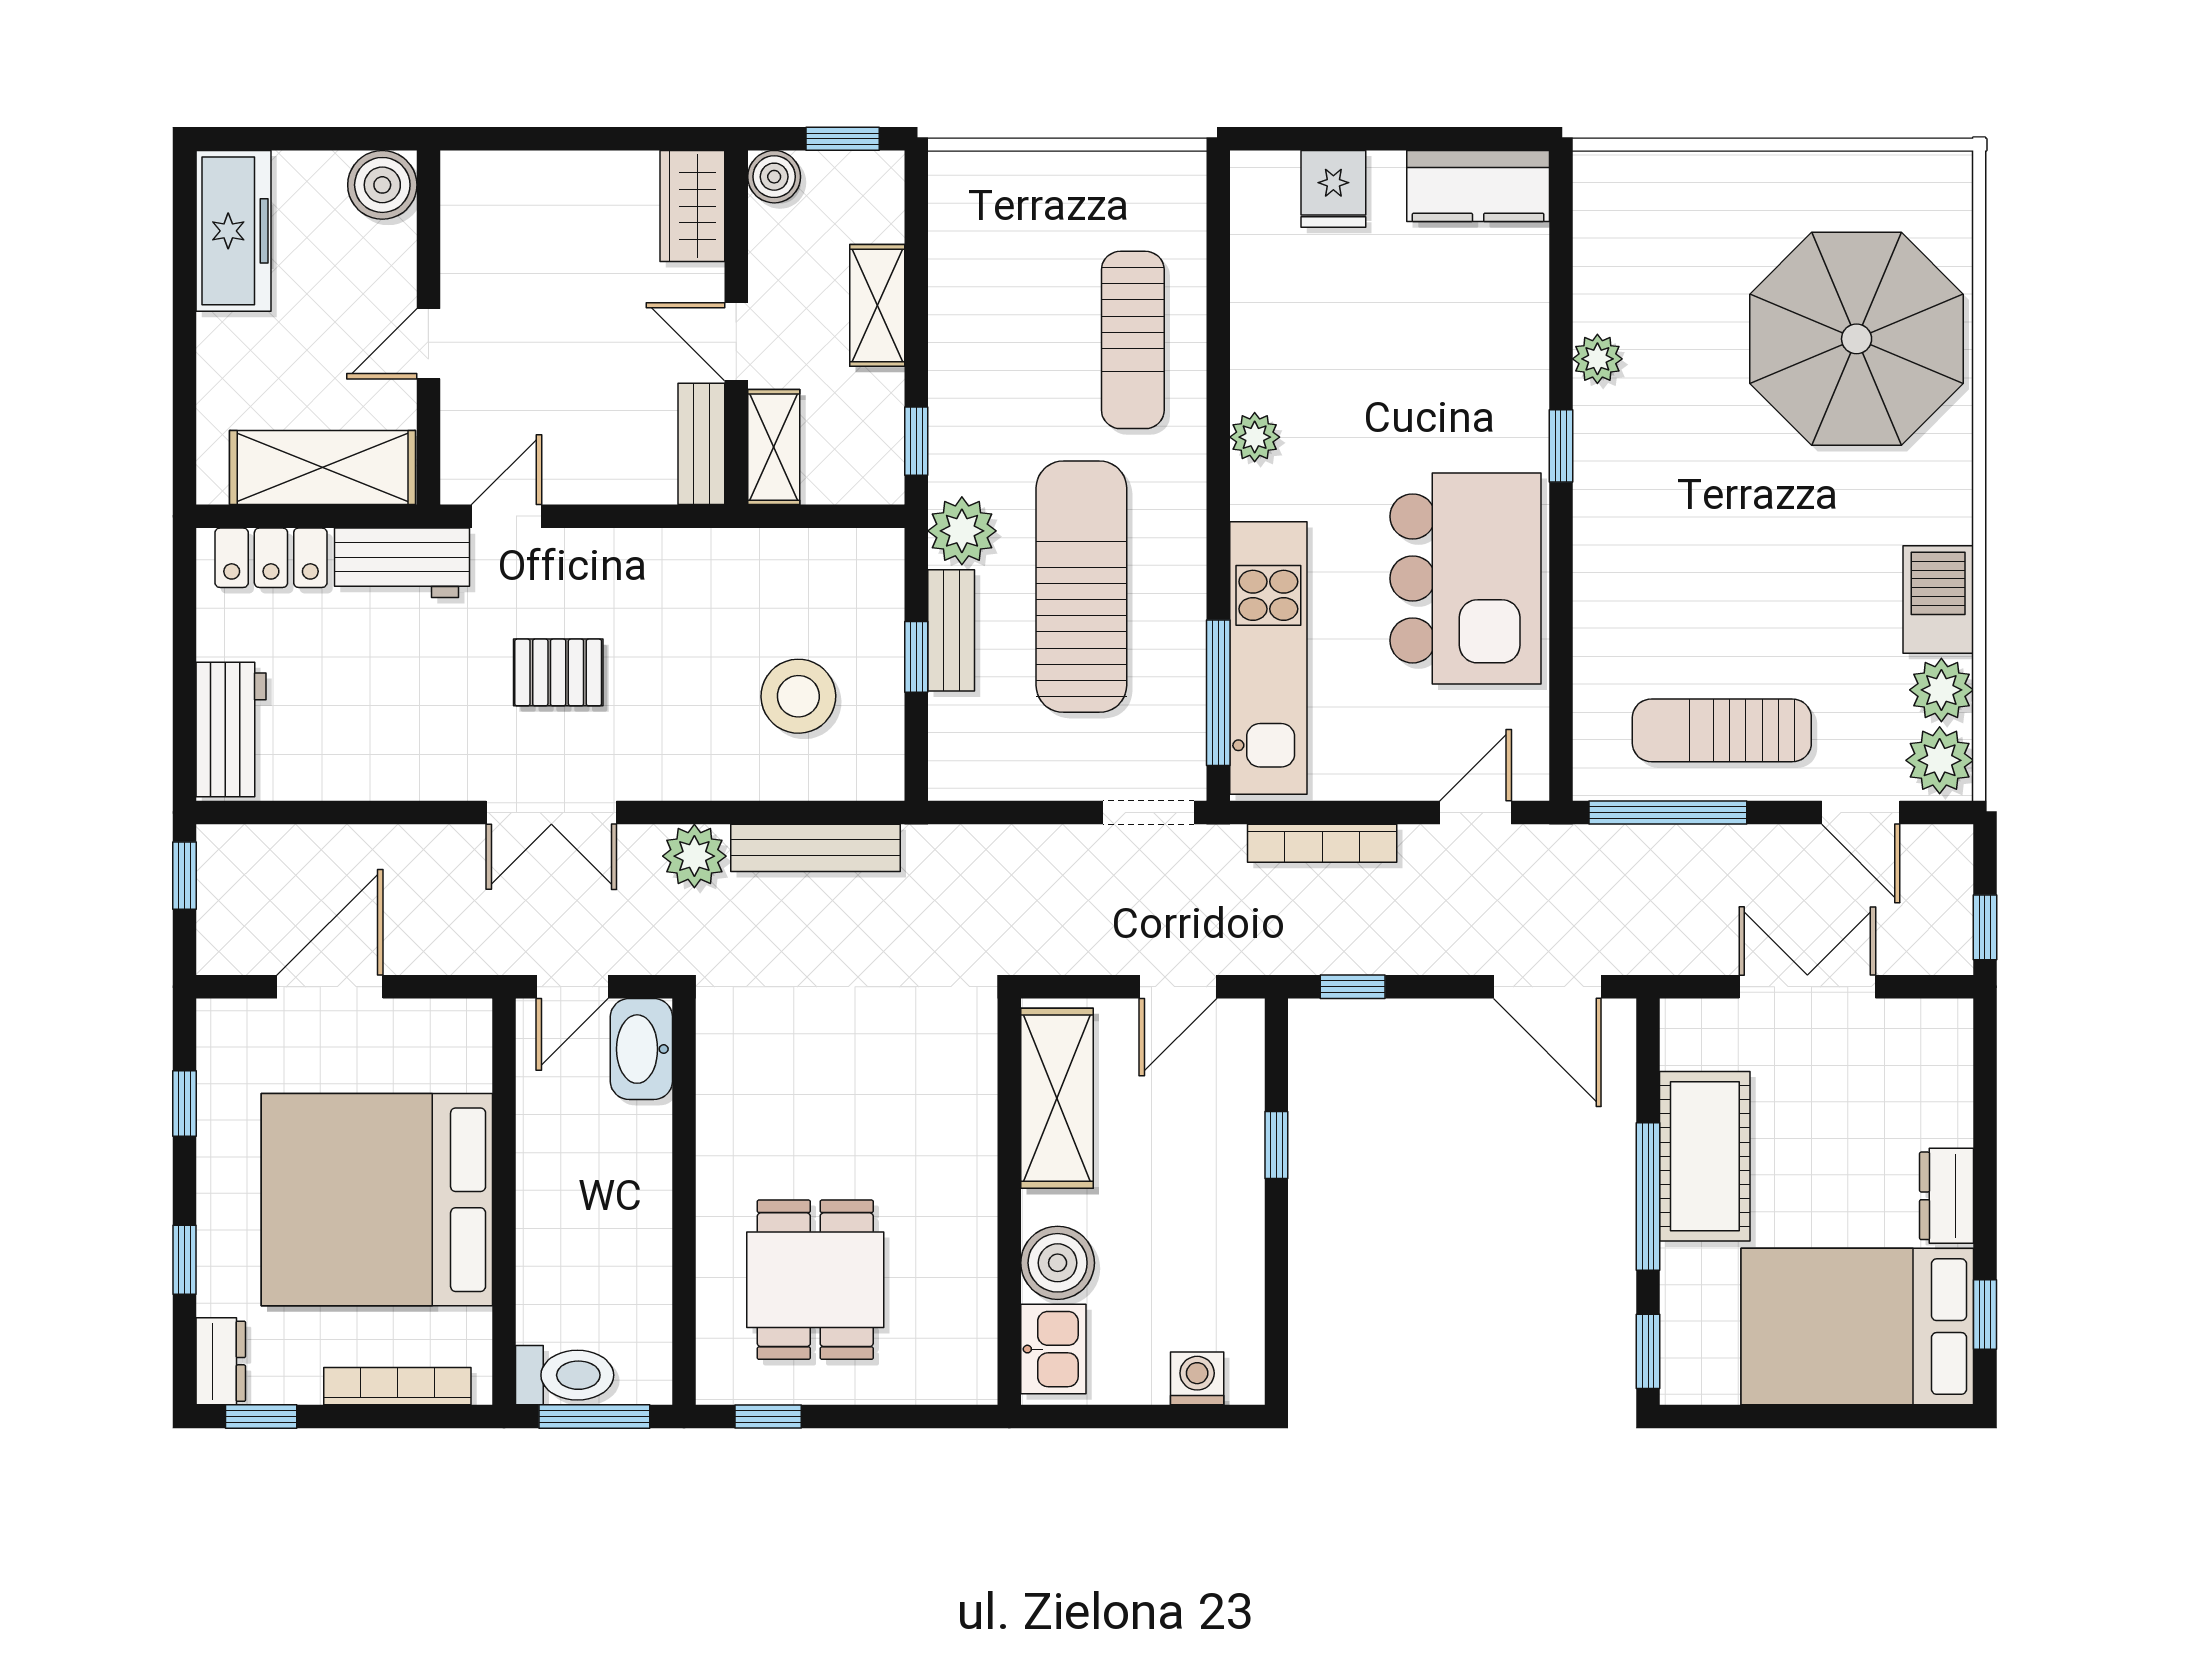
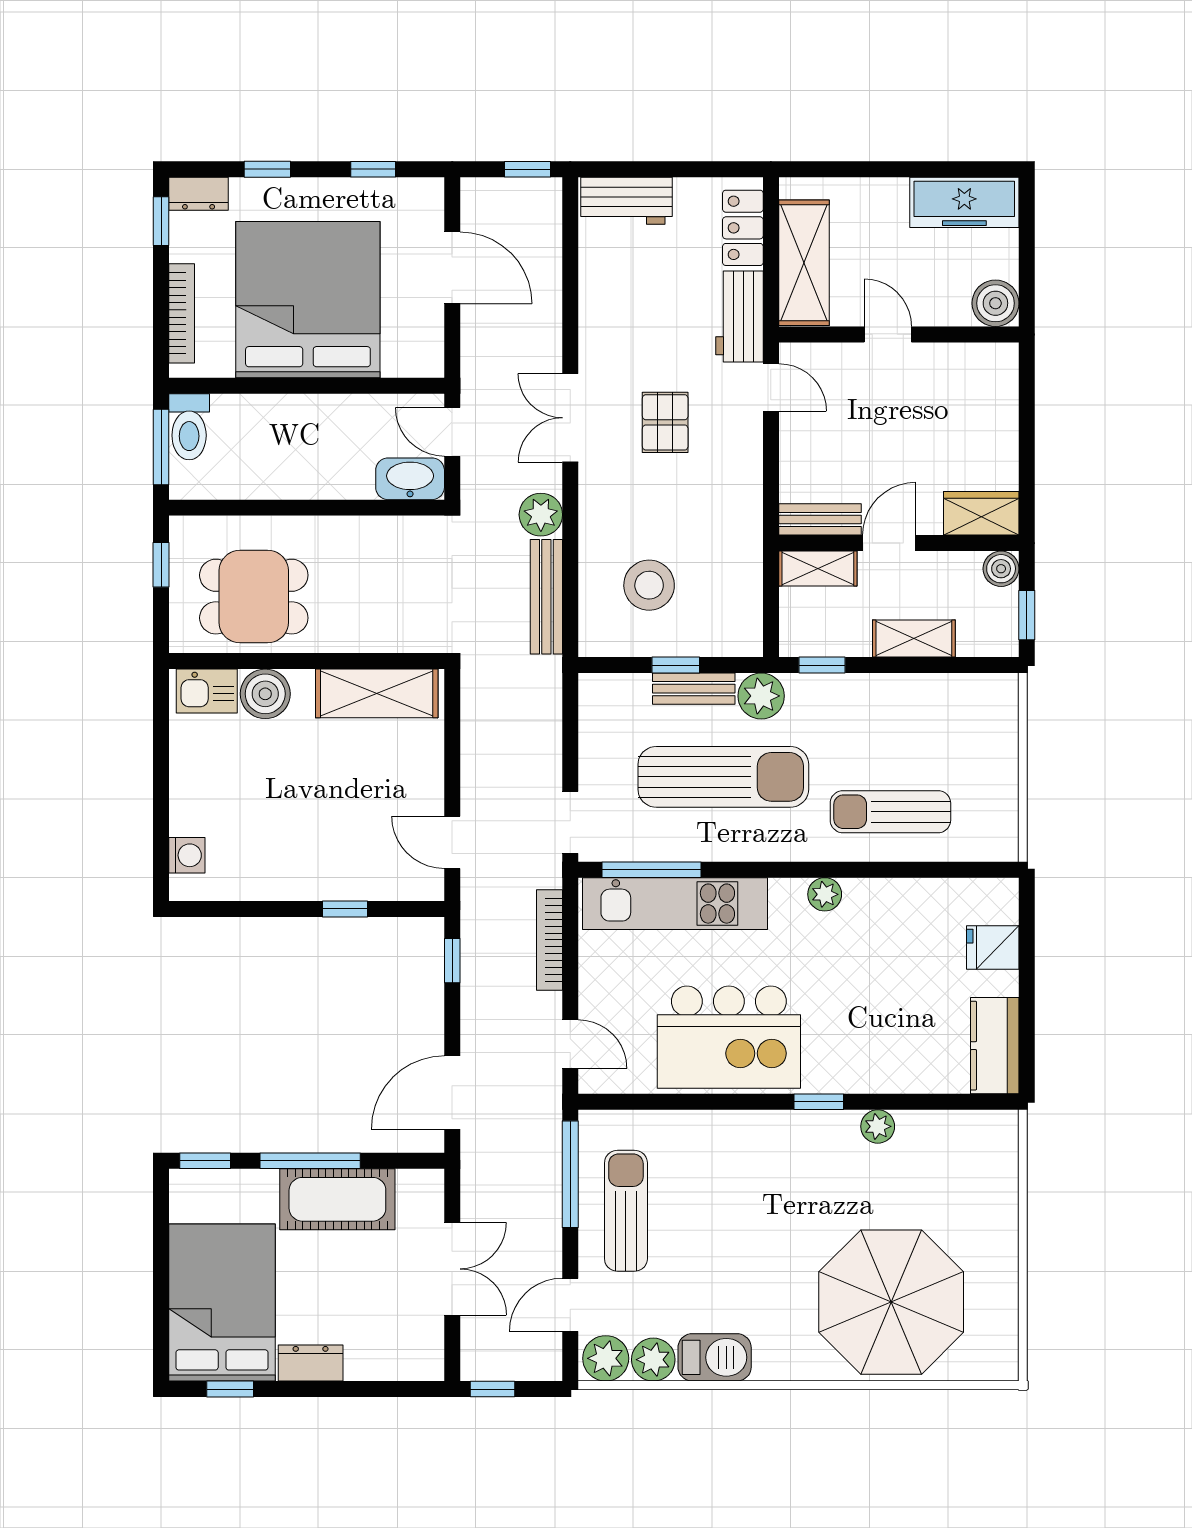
shelving: (1057, 1098) -> (377, 693), moved
wall: (1009, 1202) -> (307, 661), moved
boiler: (1058, 1263) -> (265, 694), moved
kitchen sink: (1053, 1349) -> (207, 691), moved

